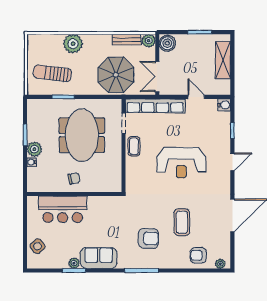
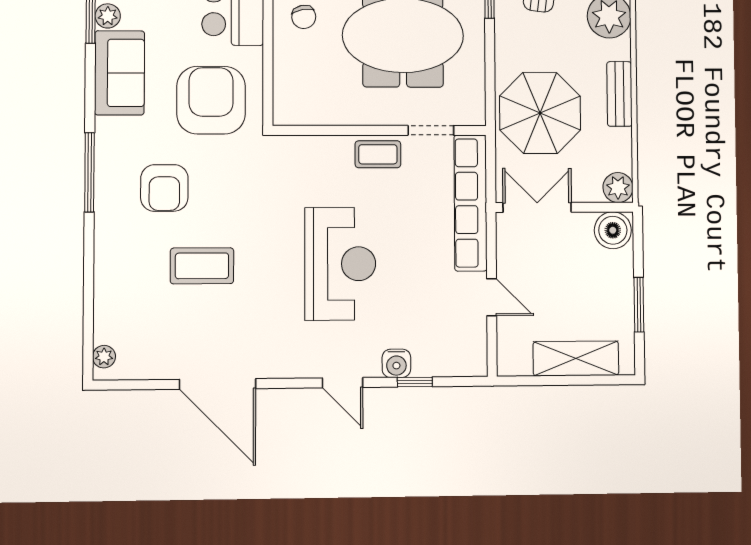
bench: (127, 39) -> (619, 94), moved
door: (196, 97) -> (492, 297), hinge flipped
water cooler: (224, 105) -> (396, 363), moved
reception desk: (181, 163) -> (340, 264), turned 180
armchair: (198, 255) -> (211, 100), moved, width x1.88, depth x1.88

